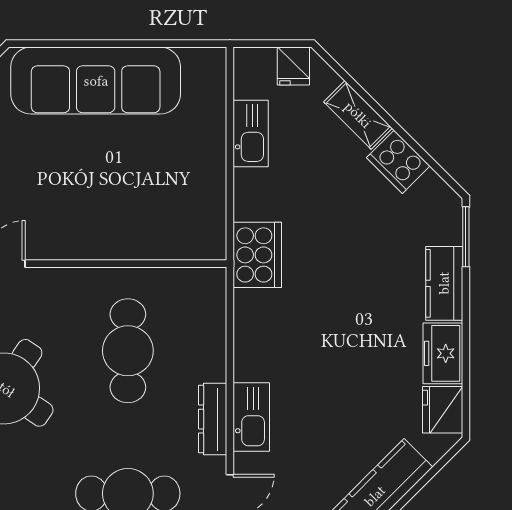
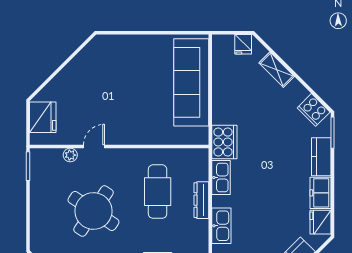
sofa: (96, 81) -> (191, 82), moved, turned 90
kitchen sink: (251, 134) -> (221, 177), moved
cooker: (398, 162) -> (314, 110), moved
dresser: (213, 419) -> (201, 200), moved

